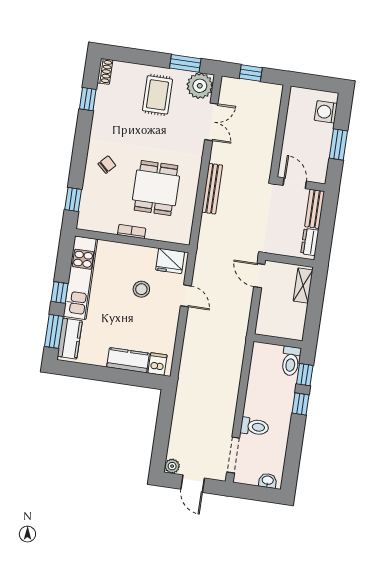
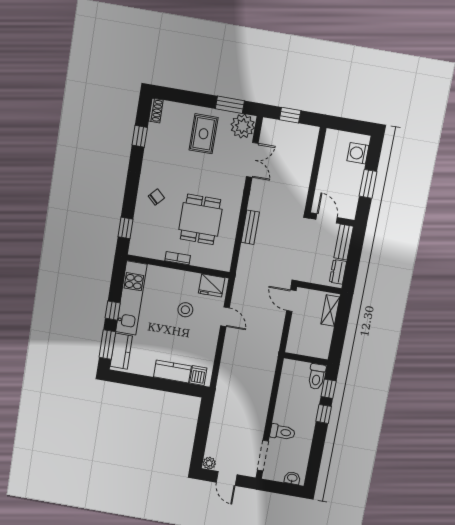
bench: (212, 189) -> (250, 227), width x0.73

